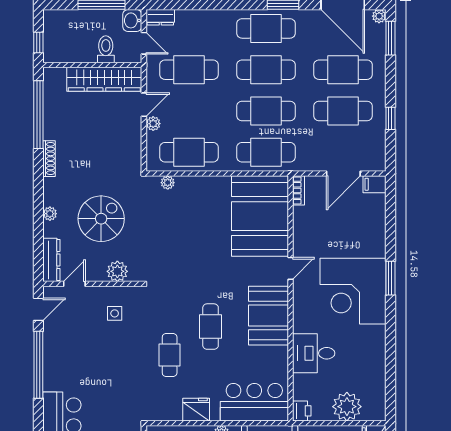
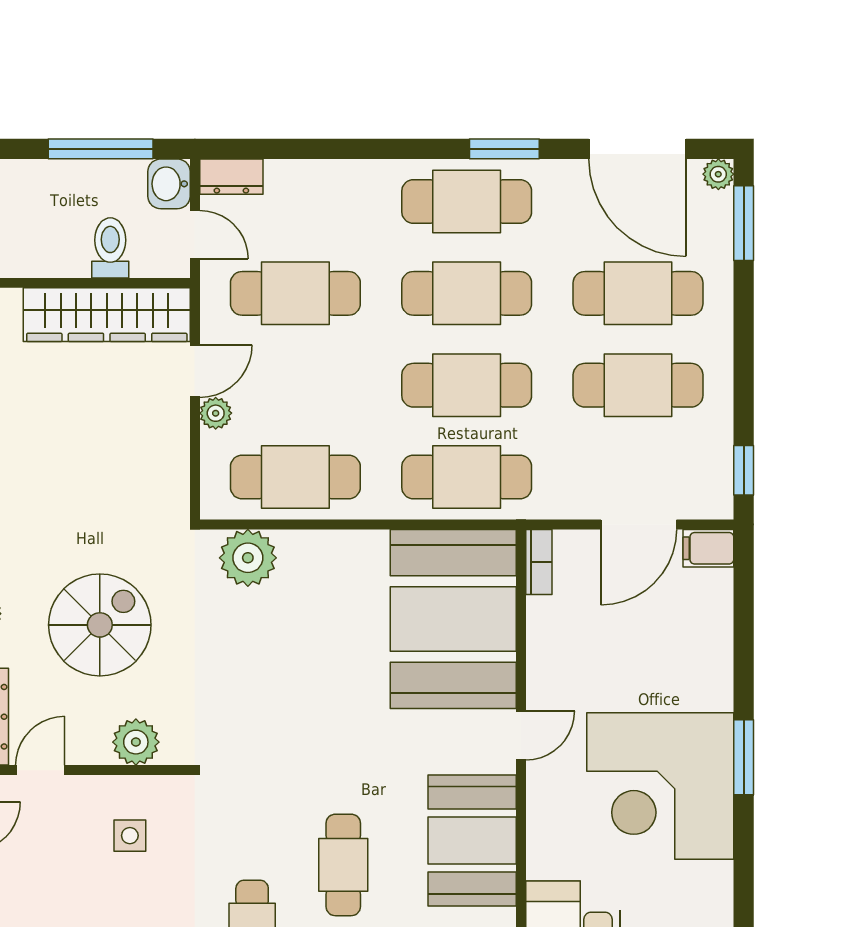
window: (390, 118) -> (744, 470), moved
plant: (168, 183) -> (248, 558), width x1.88, depth x1.88

